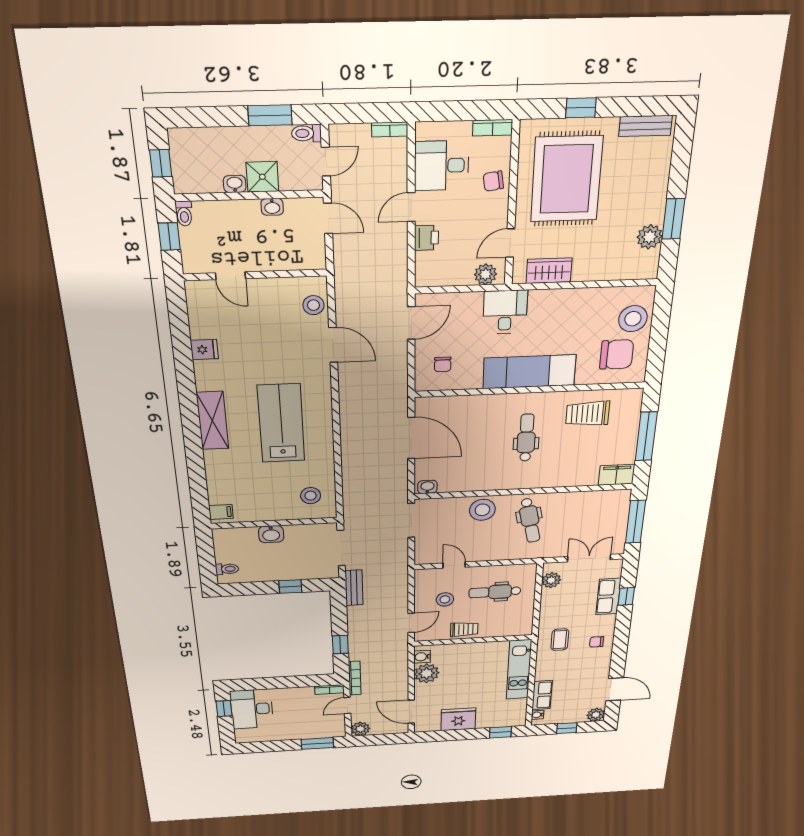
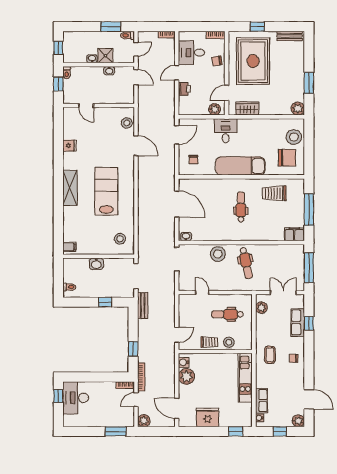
plant: (650, 237) -> (298, 109), moved
stool: (445, 599) -> (229, 342), moved

